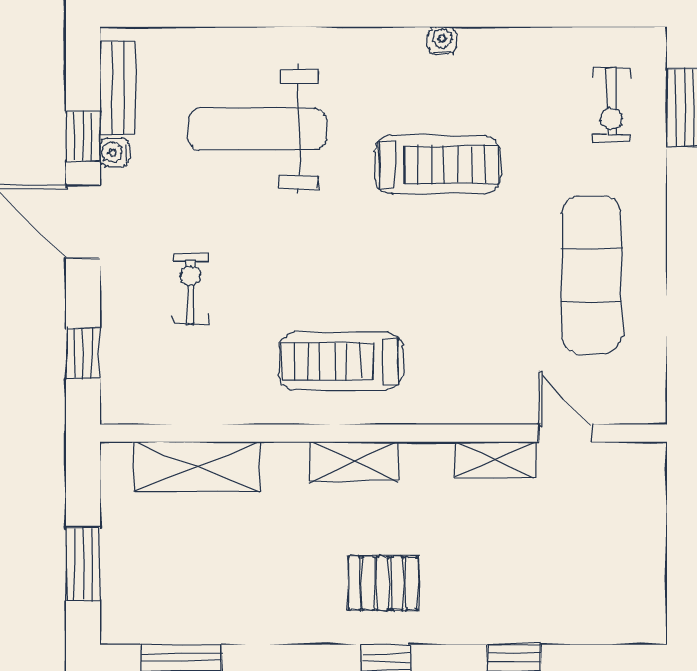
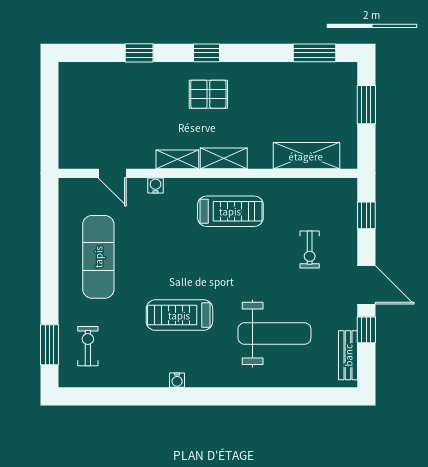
water cooler: (115, 153) -> (156, 185), moved, turned -90
shelving: (495, 460) -> (177, 159), moved

